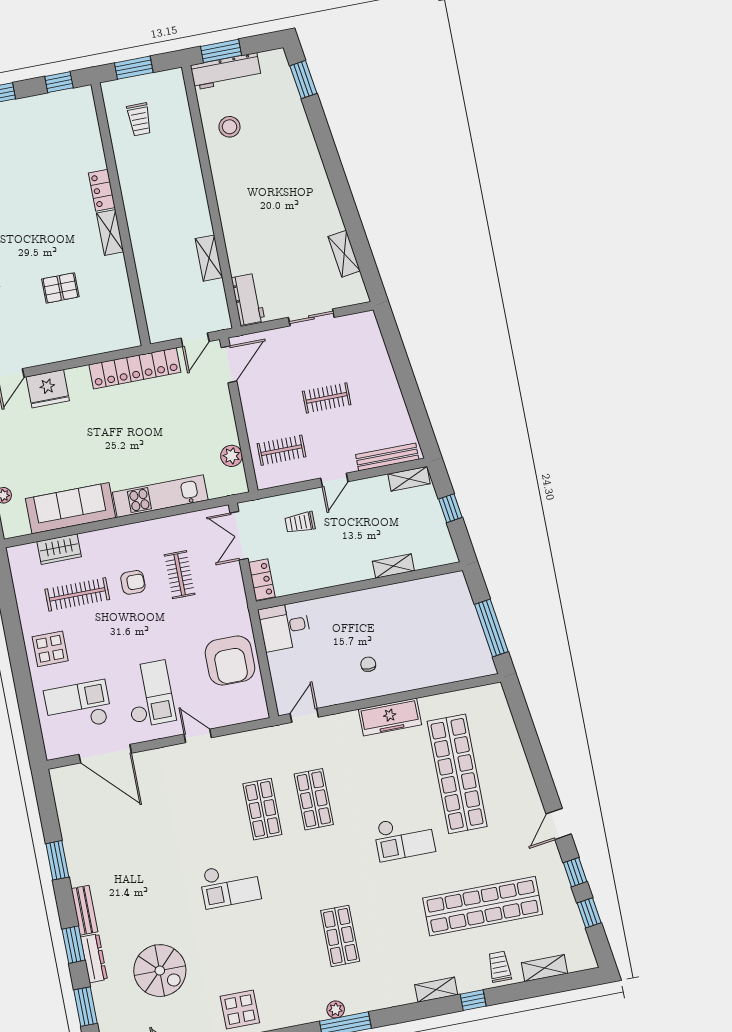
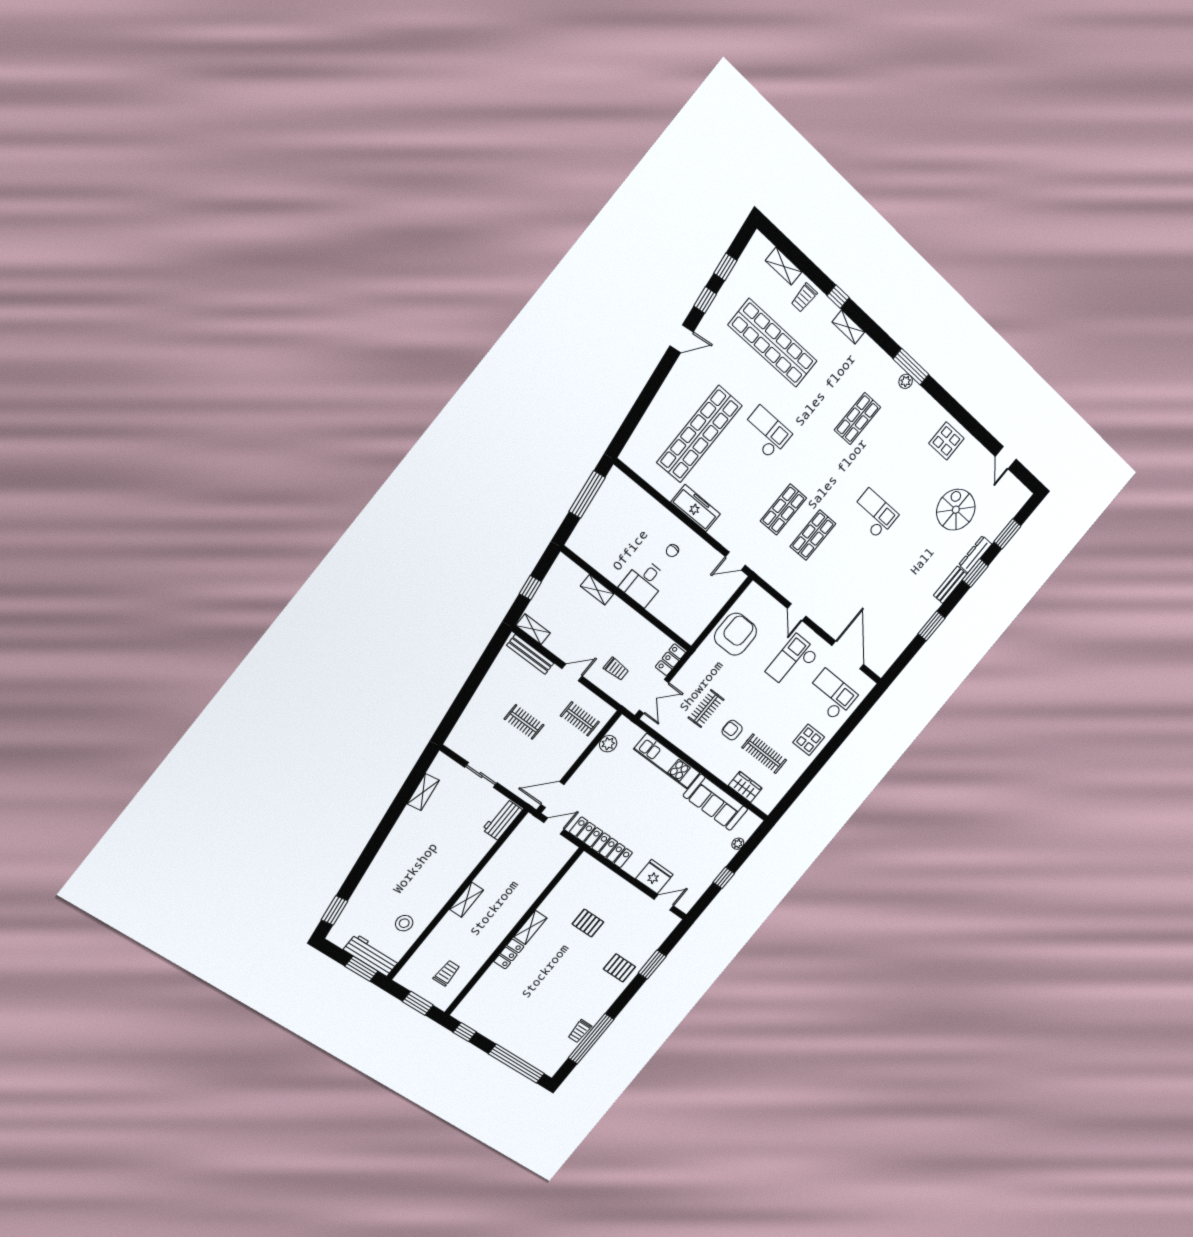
shelving: (209, 258) -> (467, 900), moved
desk: (285, 627) -> (644, 583), moved, turned 90
checkout: (78, 706) -> (831, 695), turned 180

